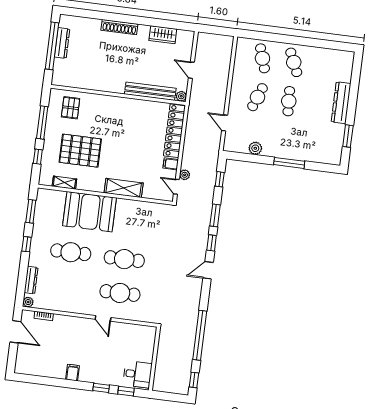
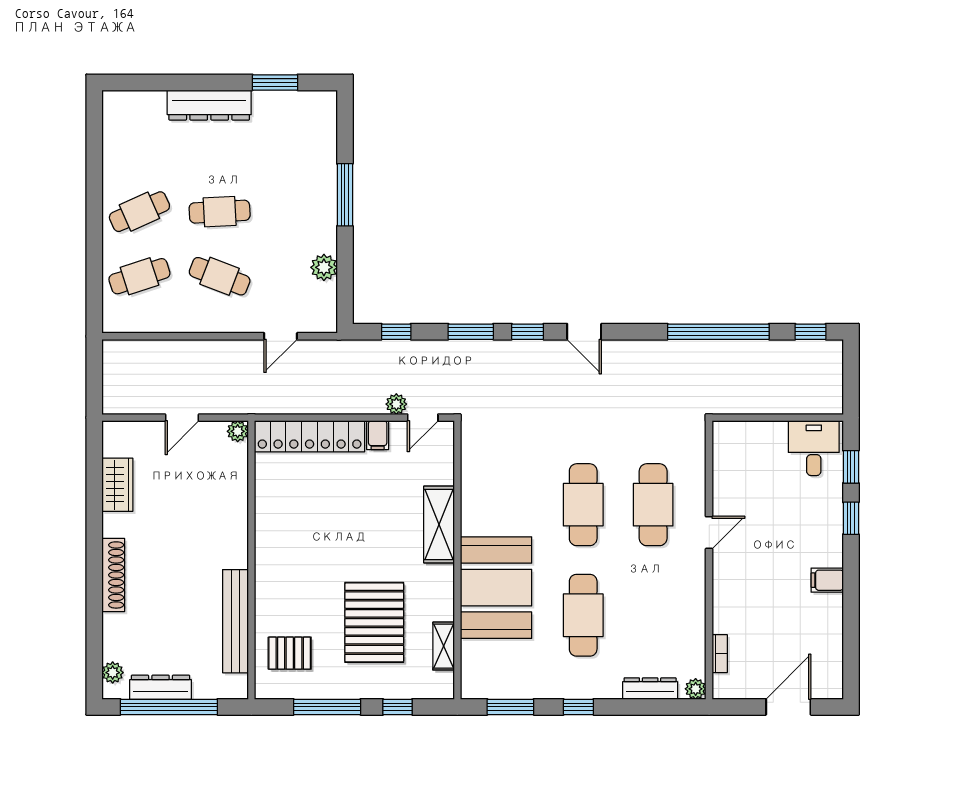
plant: (72, 21) -> (113, 673), added
bench: (150, 91) -> (235, 621), moved
door: (15, 332) -> (788, 707), moved

